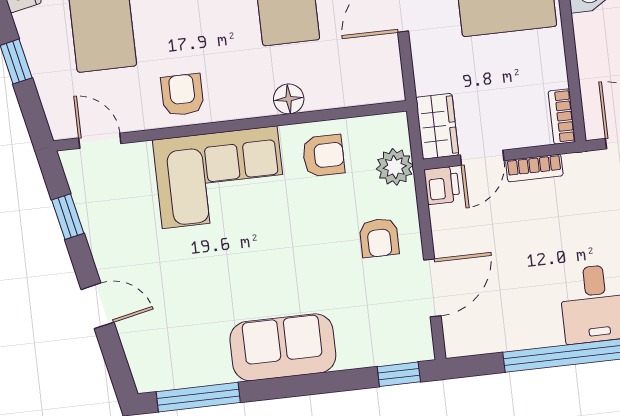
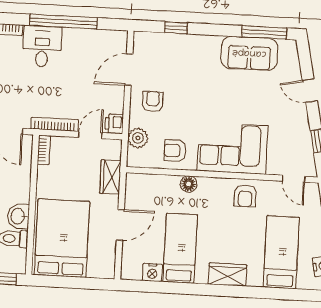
wardrobe: (437, 126) -> (110, 177), moved
bookcase: (534, 168) -> (55, 124), width x1.56
sofa: (283, 347) -> (249, 53), moved
window: (399, 374) -> (176, 28), moved

